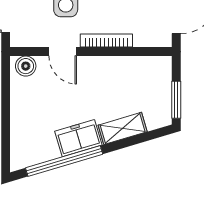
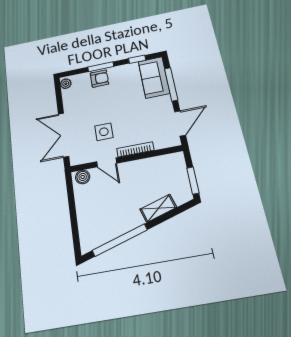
freezer: (78, 138) -> (127, 221), removed

